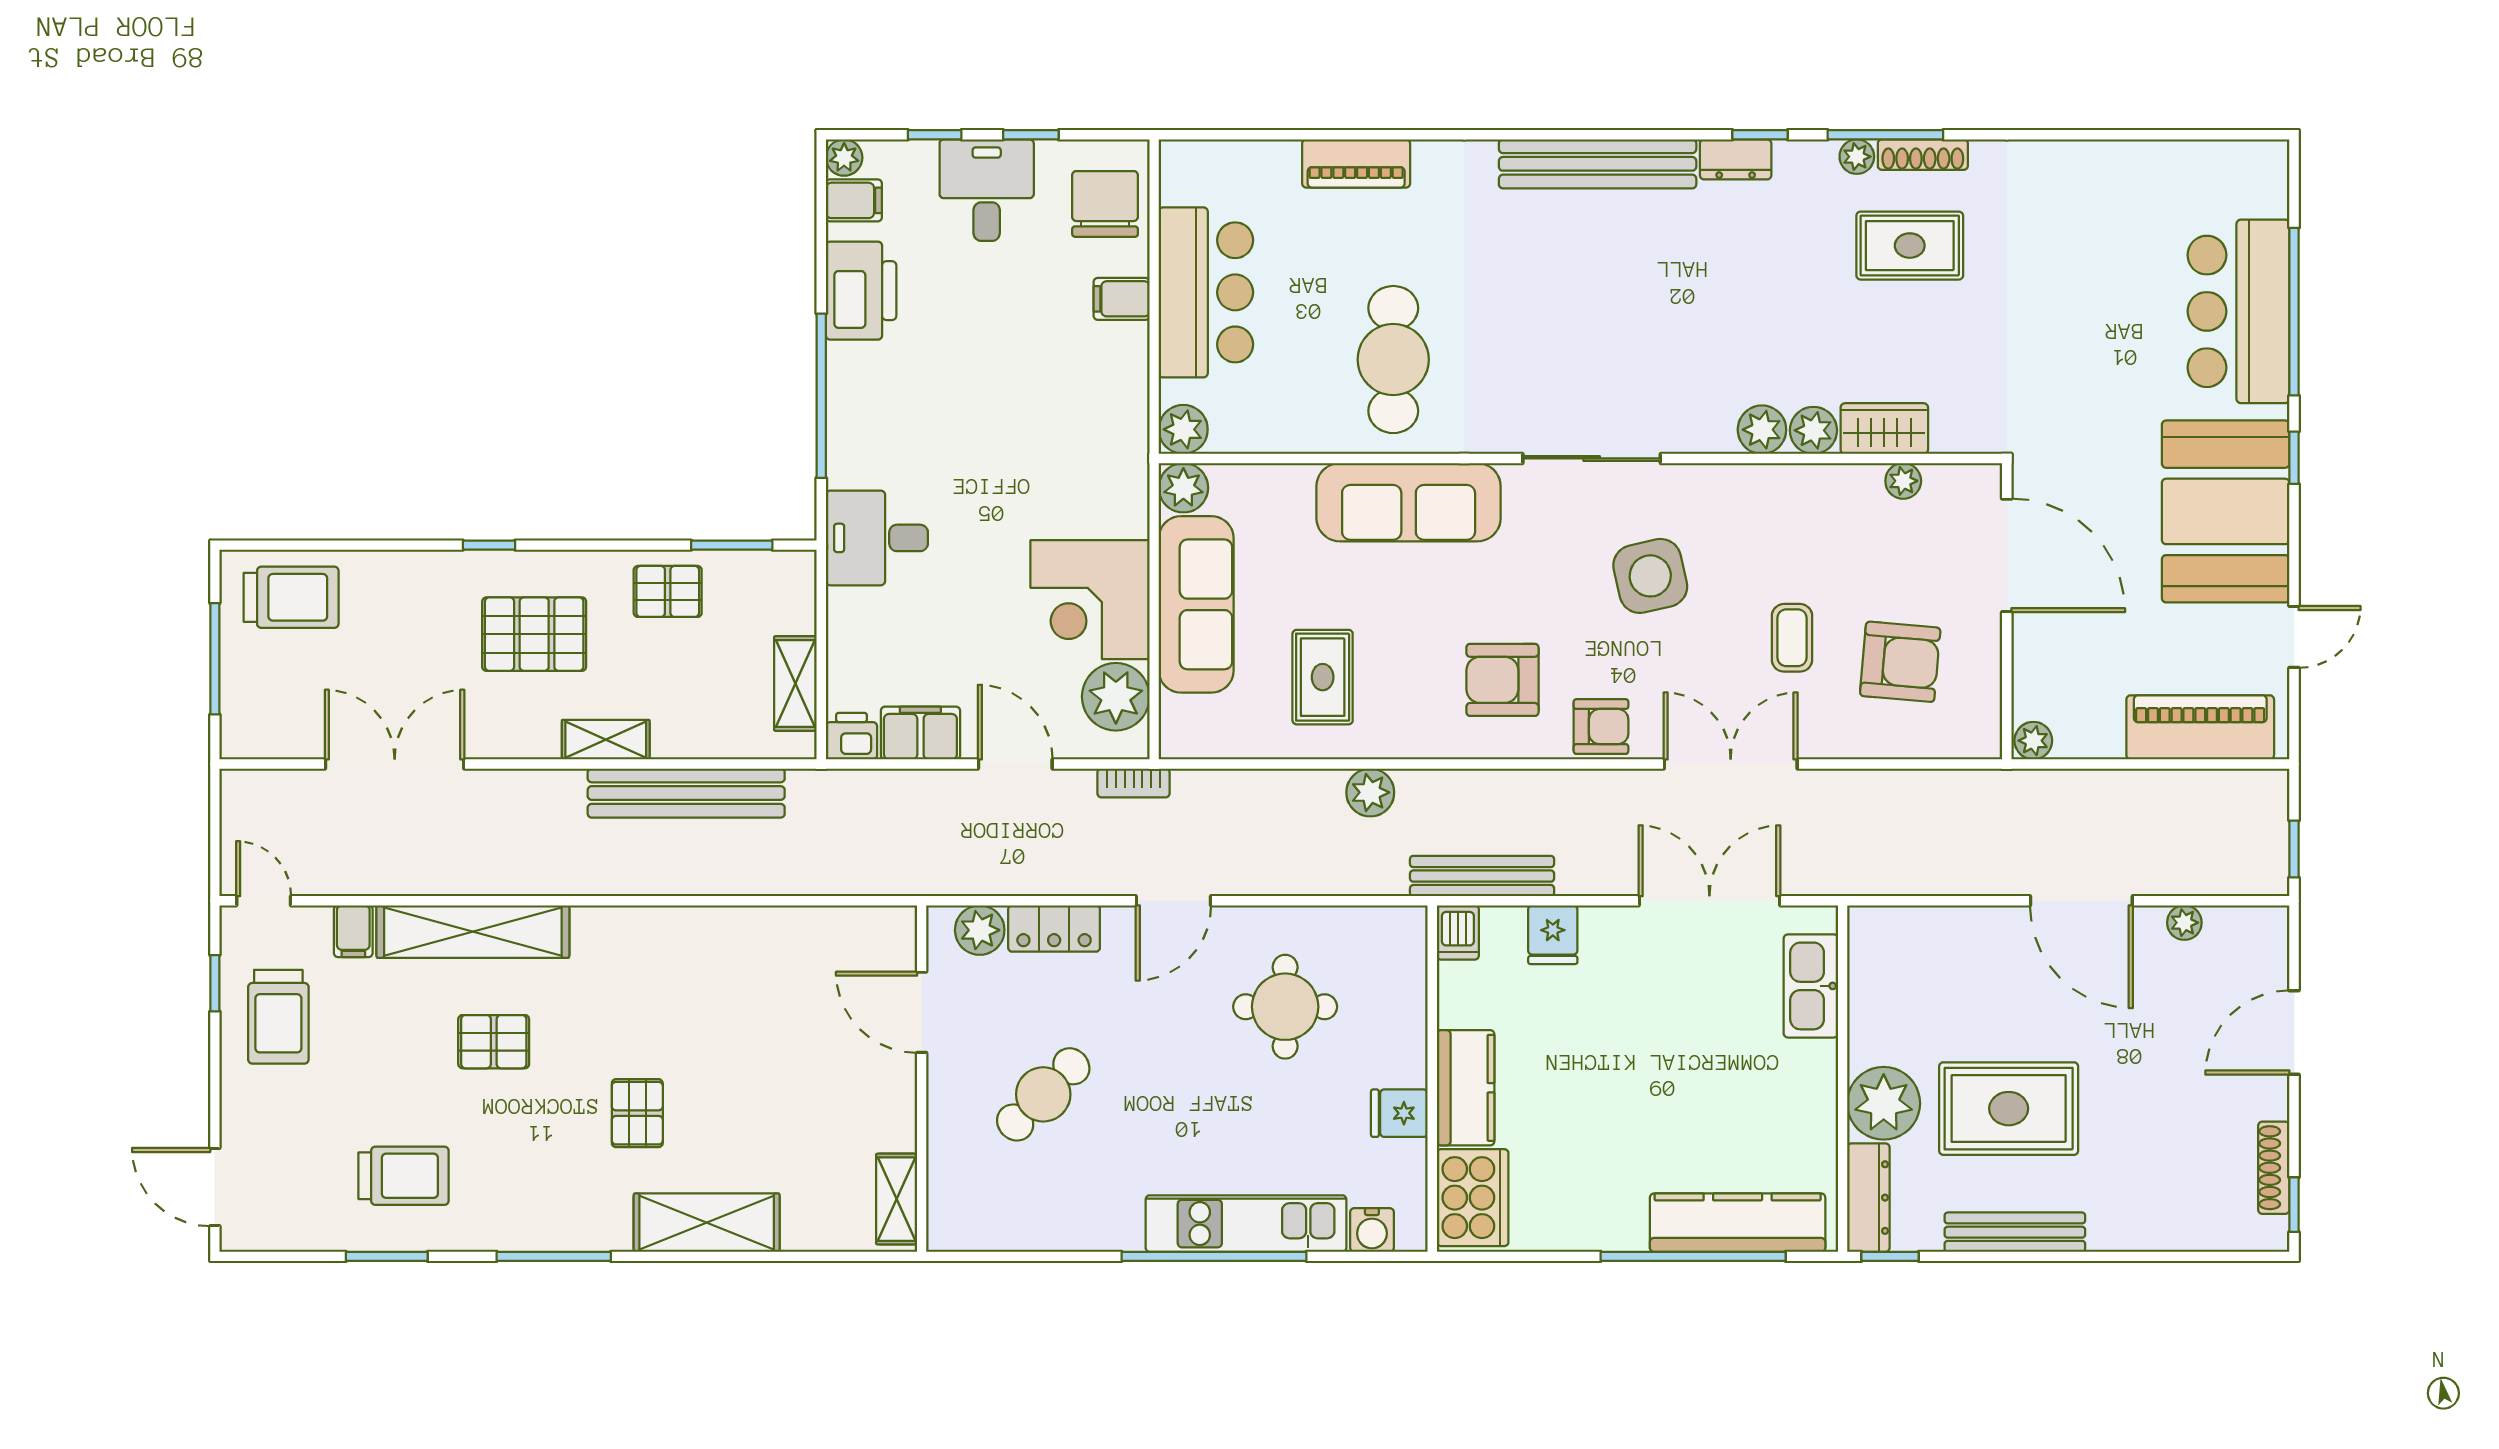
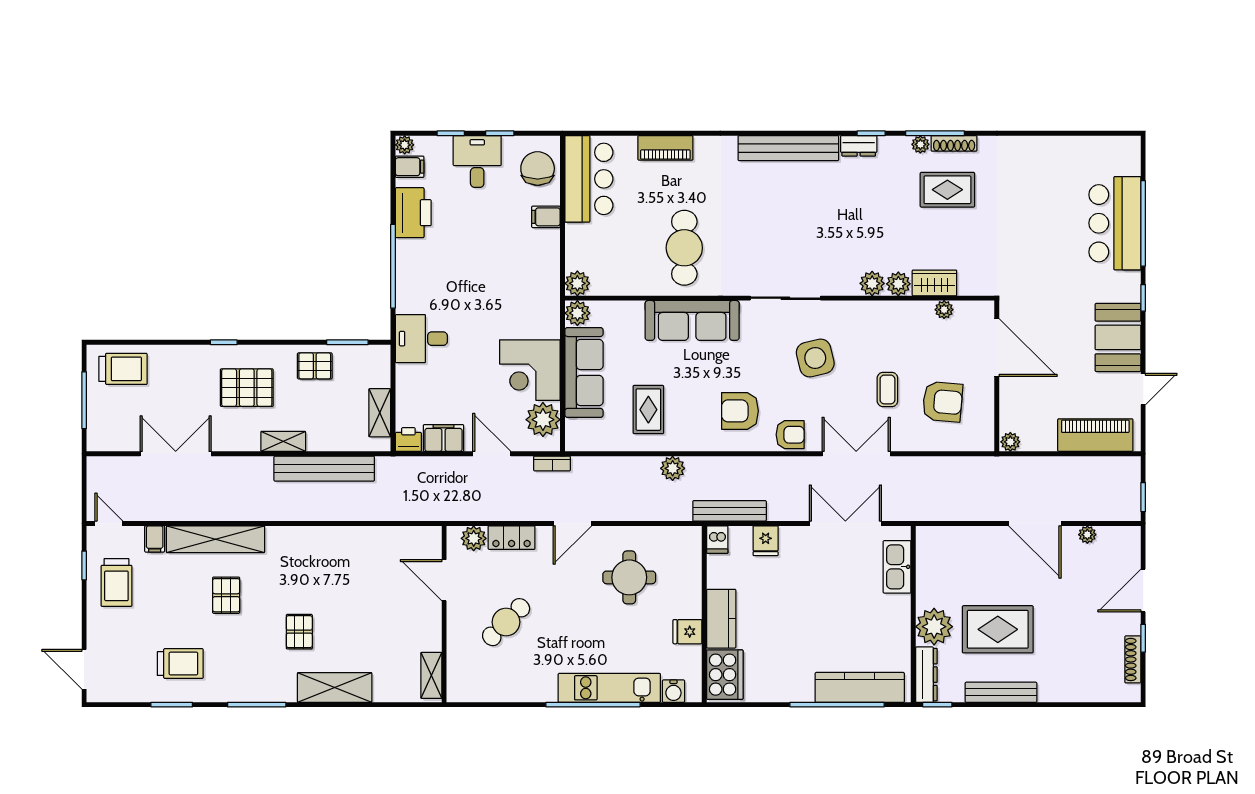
bar counter: (1206, 292) -> (589, 179), moved
booth: (2226, 511) -> (1118, 337), width x0.73, depth x0.70
pallet: (494, 1042) -> (226, 595), turned 90
window: (2294, 1205) -> (1143, 638), moved

